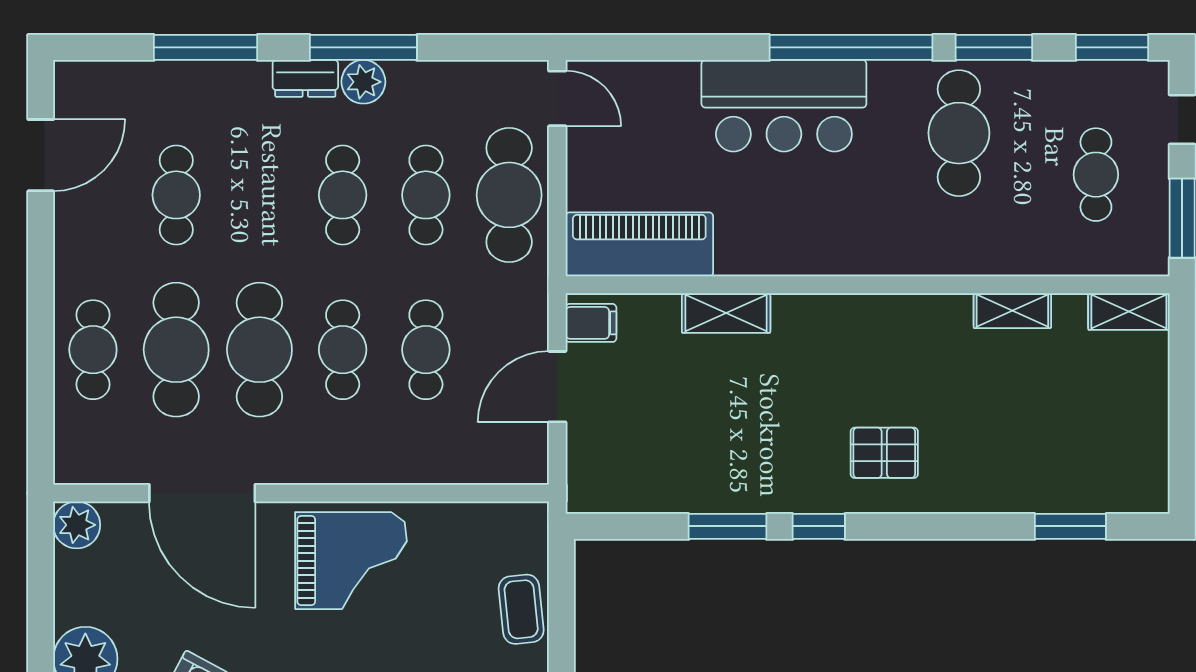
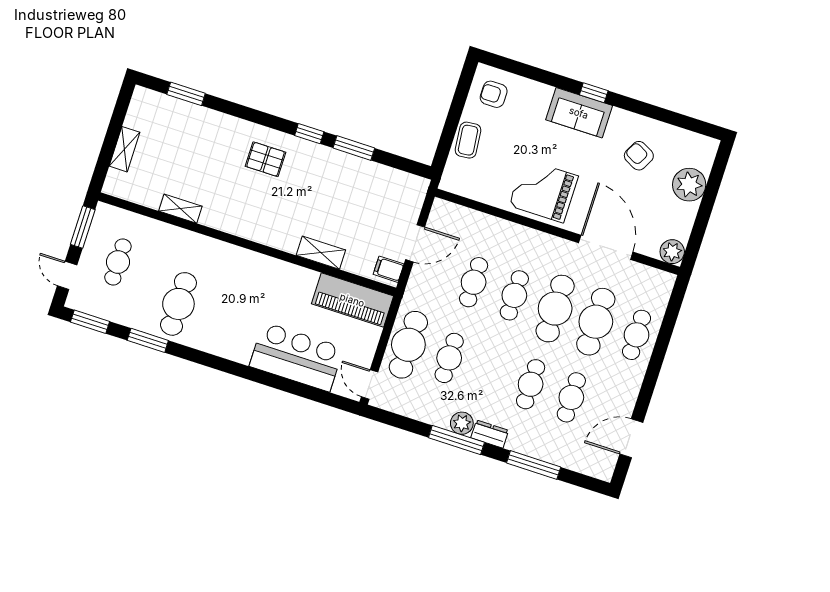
window: (851, 47) -> (218, 363), removed
bar counter: (784, 106) -> (297, 357), moved
cafe table: (343, 195) -> (531, 384), moved
shelving: (1129, 311) -> (124, 149), moved, turned 90

